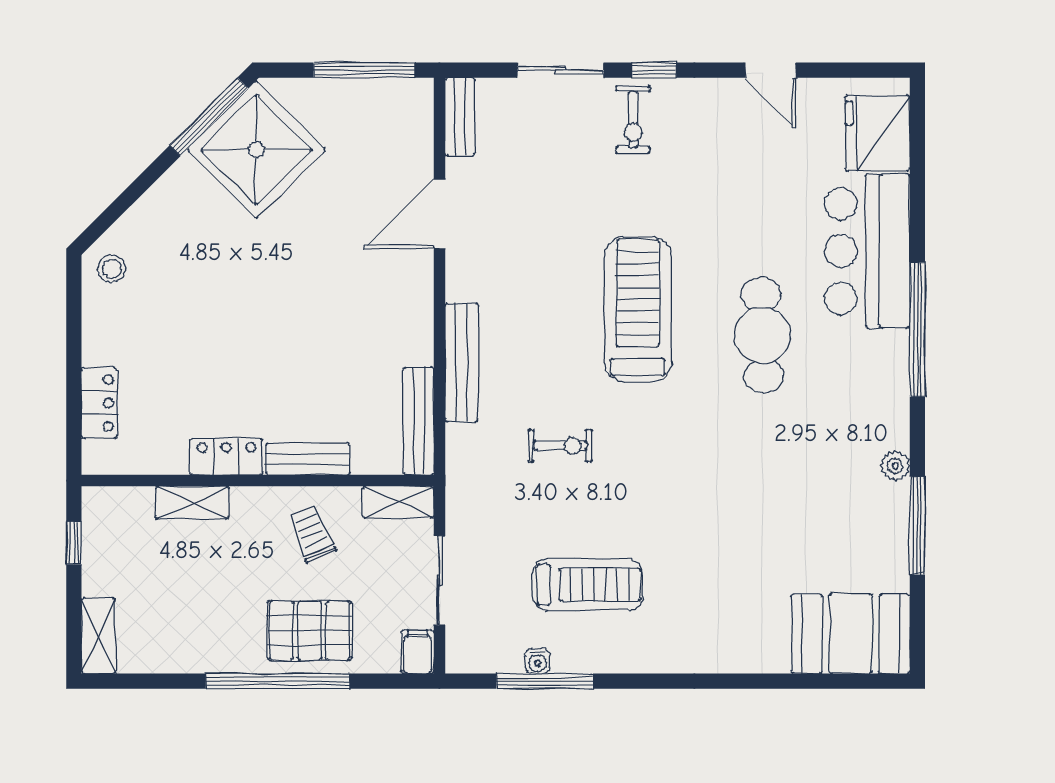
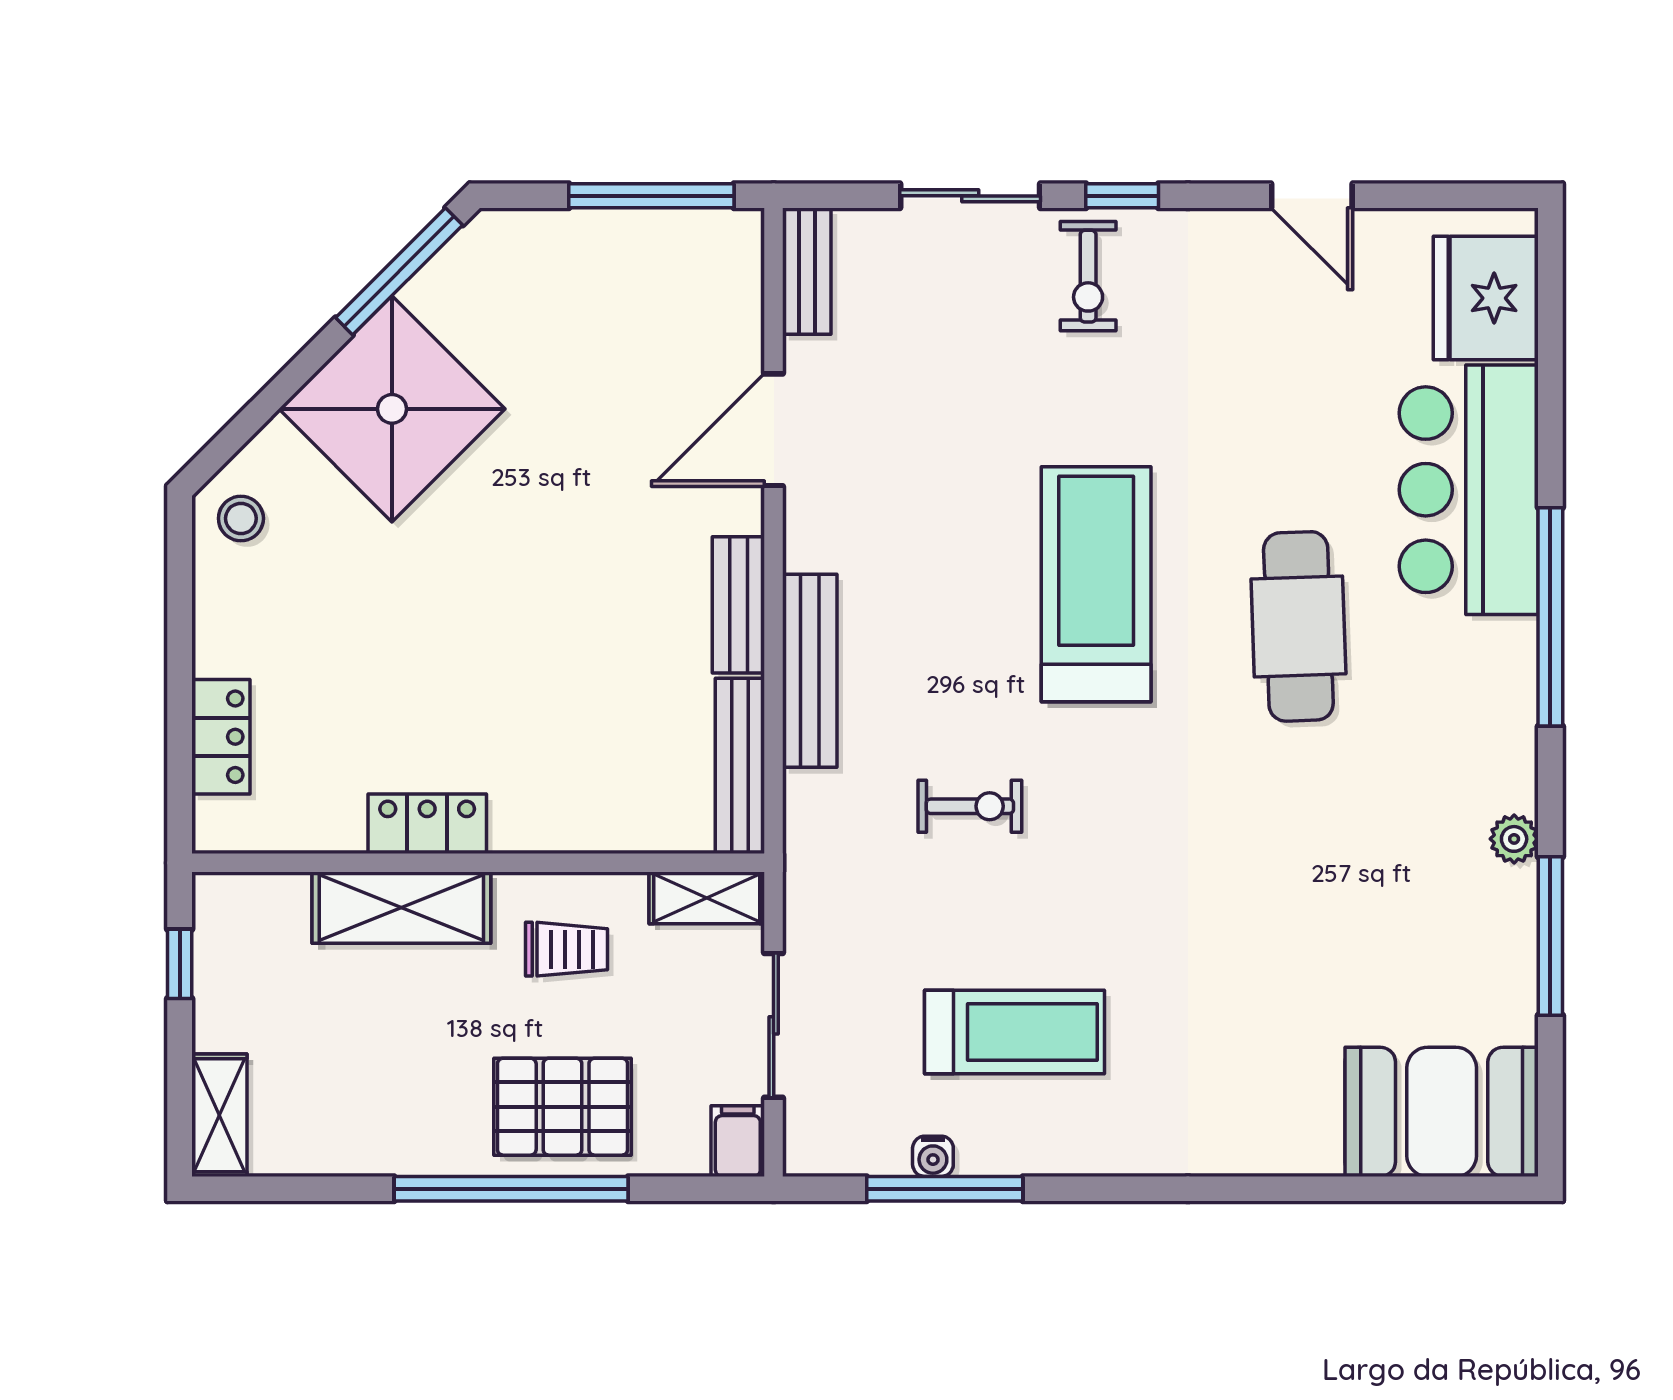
shower: (256, 150) -> (392, 409), moved
bench: (308, 459) -> (738, 605), moved, turned 90
shelving: (192, 503) -> (401, 908), width x1.50, depth x1.33
trolley: (312, 534) -> (567, 949), turned 113

